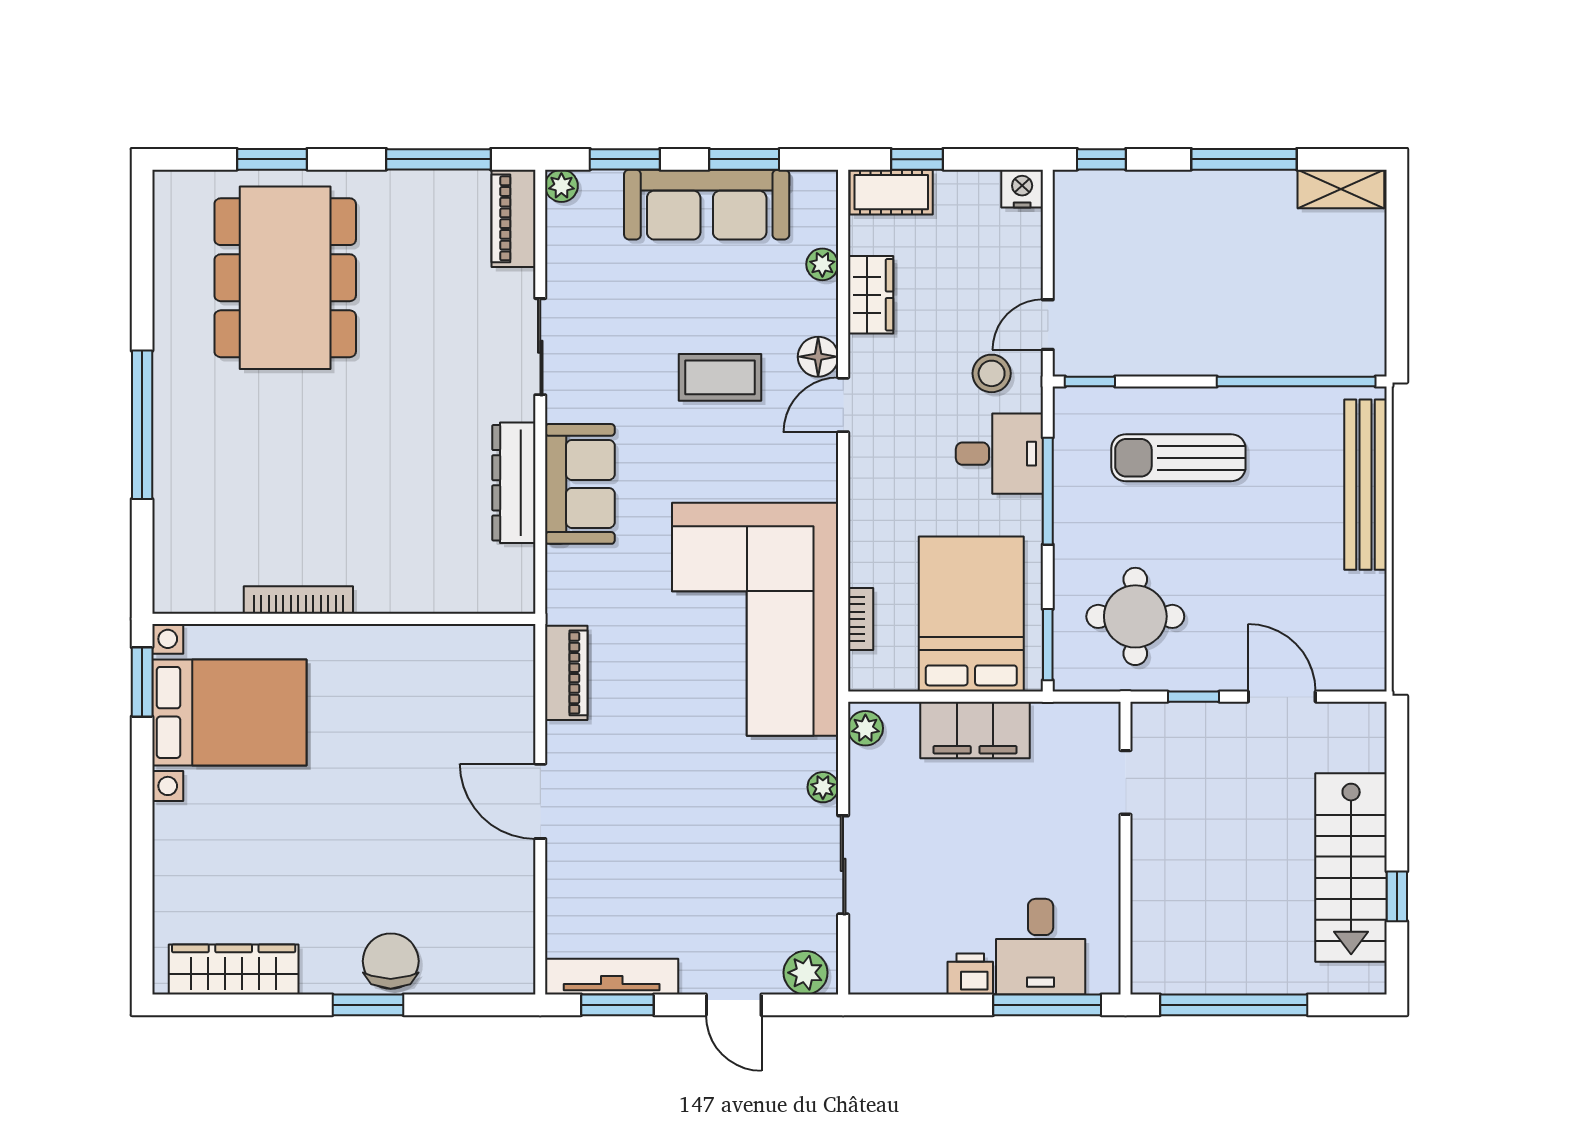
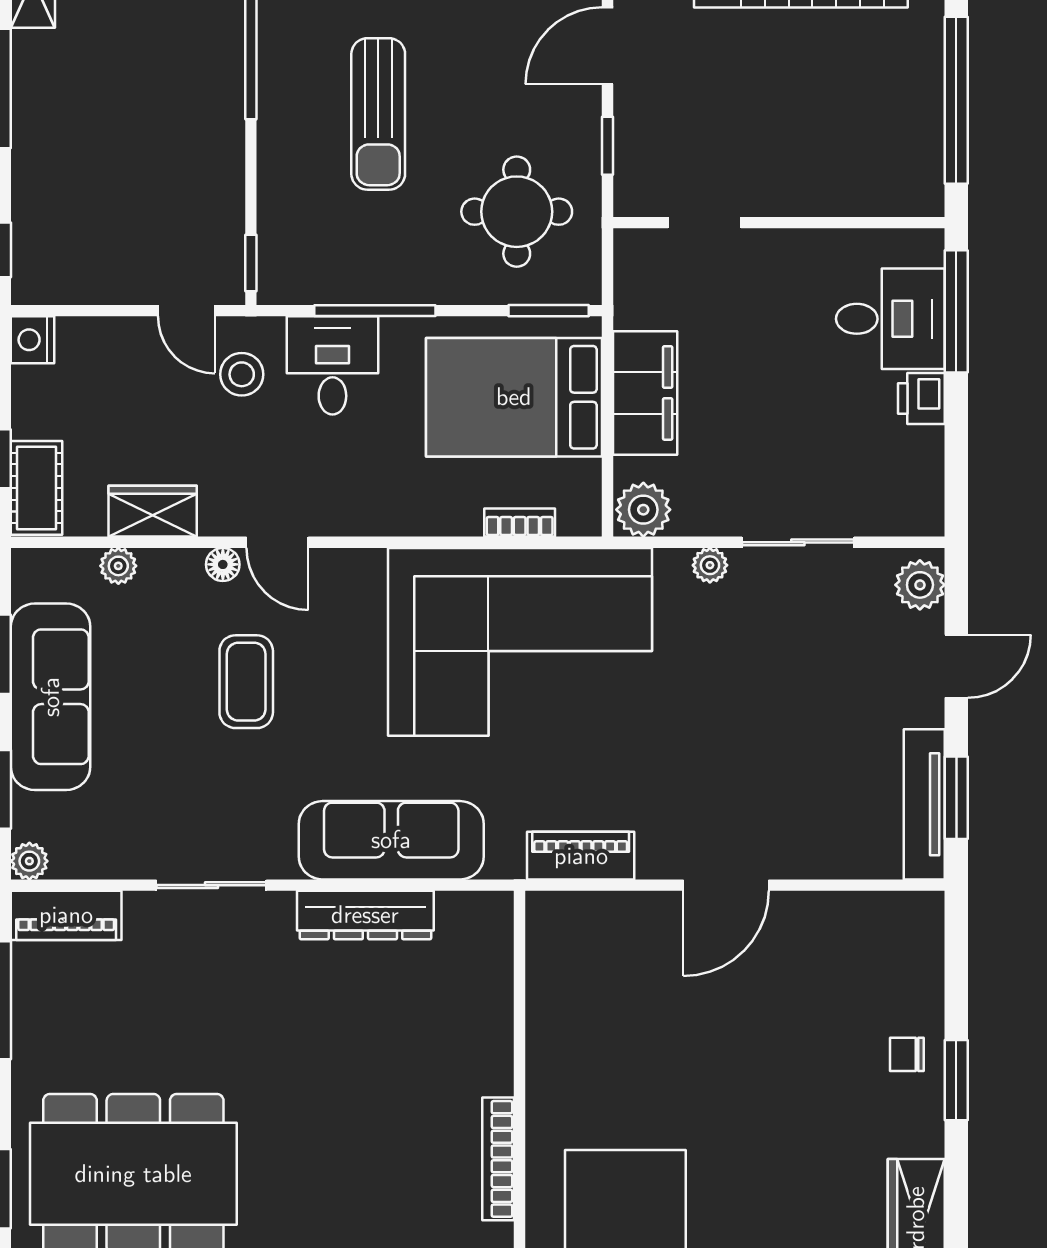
floor lamp: (818, 357) -> (223, 564), width x0.73, depth x0.73
sun lounger: (1178, 458) -> (378, 114), moved
sofa: (580, 484) -> (391, 840), width x1.36
plant: (865, 728) -> (643, 510), width x1.38, depth x1.38
chair: (391, 961) -> (907, 1054), width x0.54, depth x0.54

